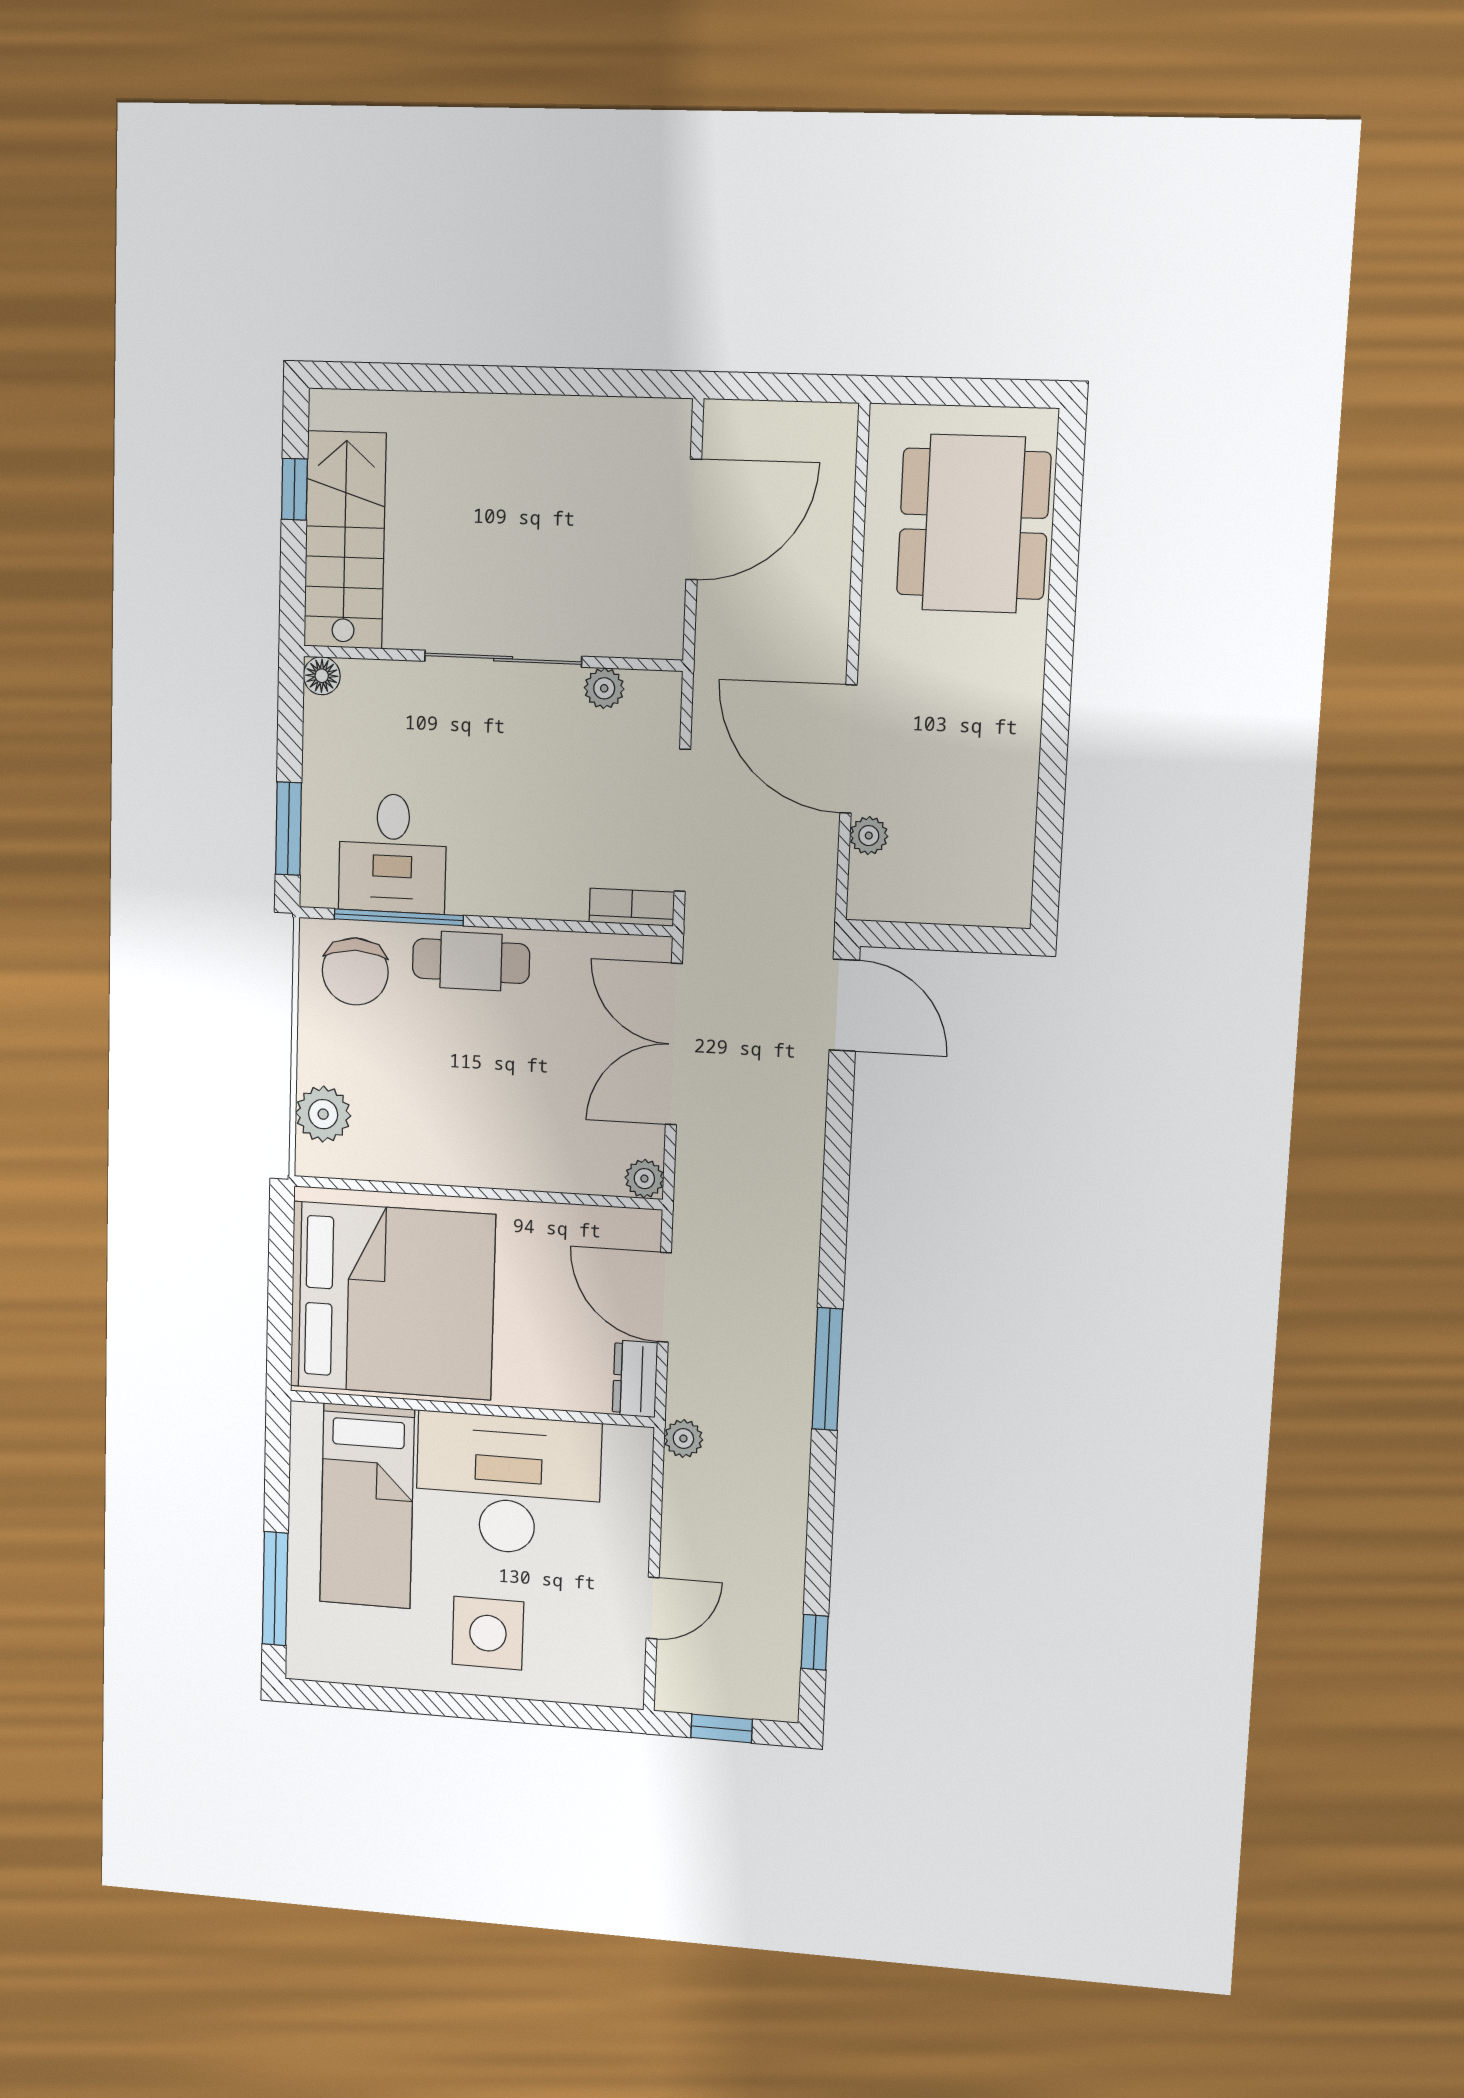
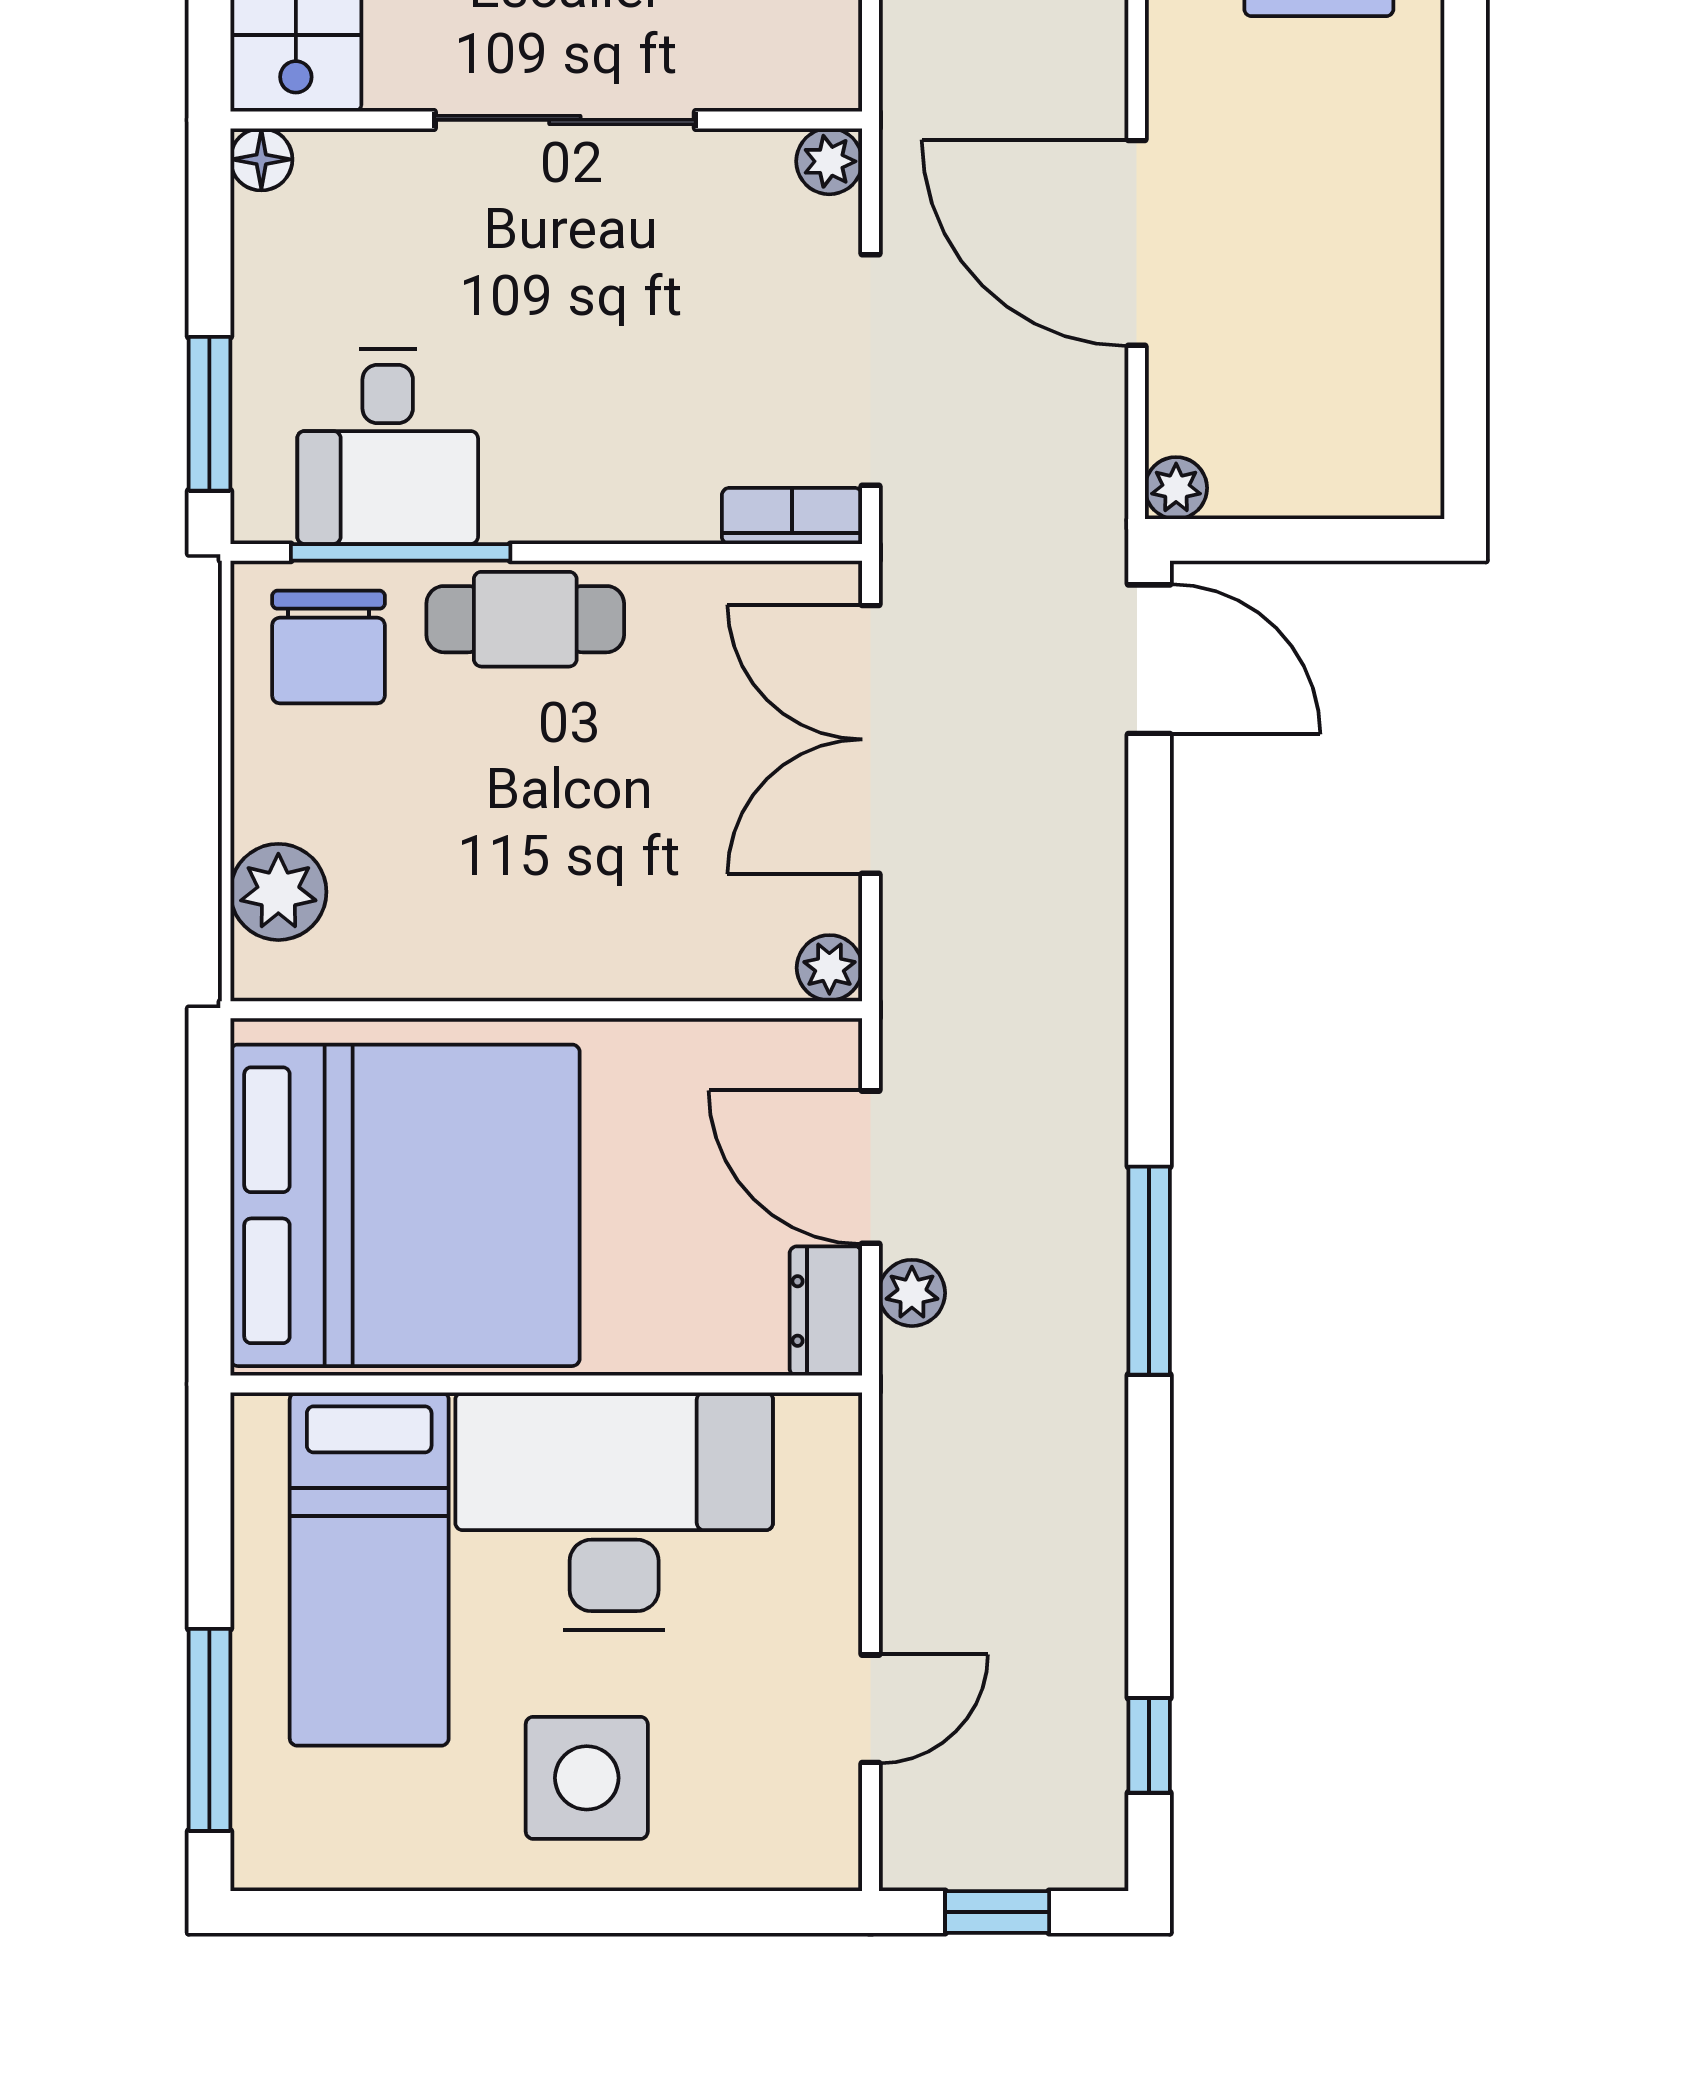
plant: (604, 688) -> (829, 161), moved
plant: (869, 836) -> (1176, 488), moved
plant: (683, 1439) -> (912, 1293), moved

